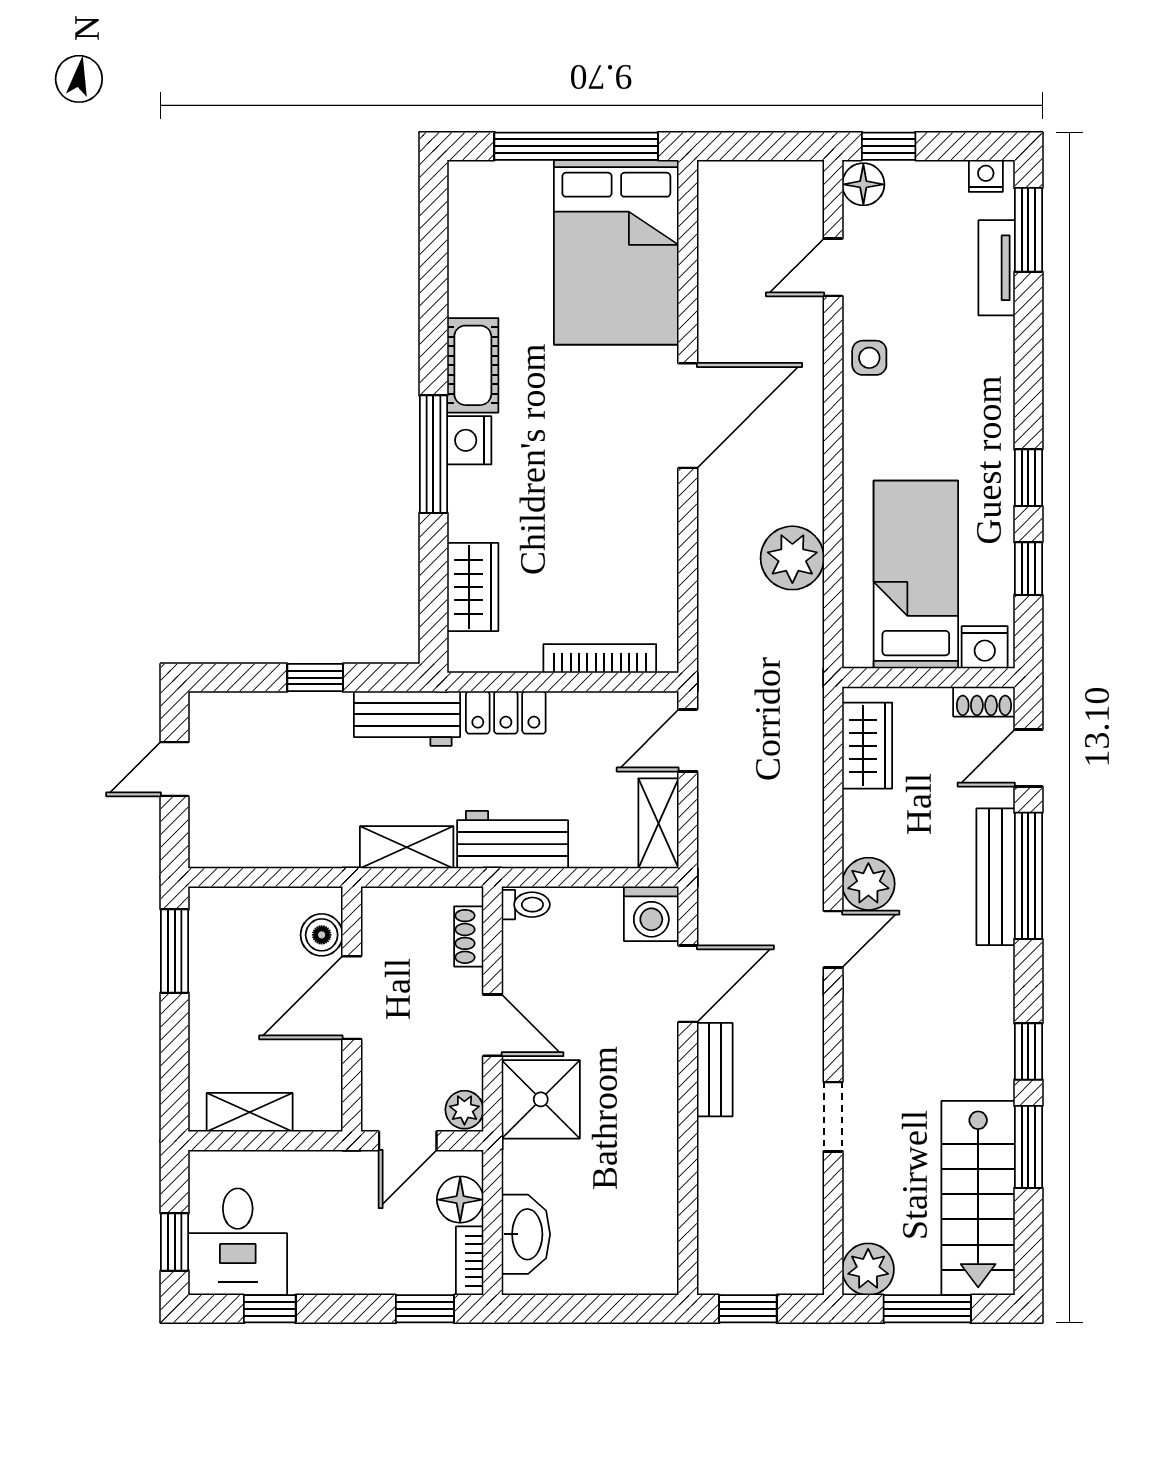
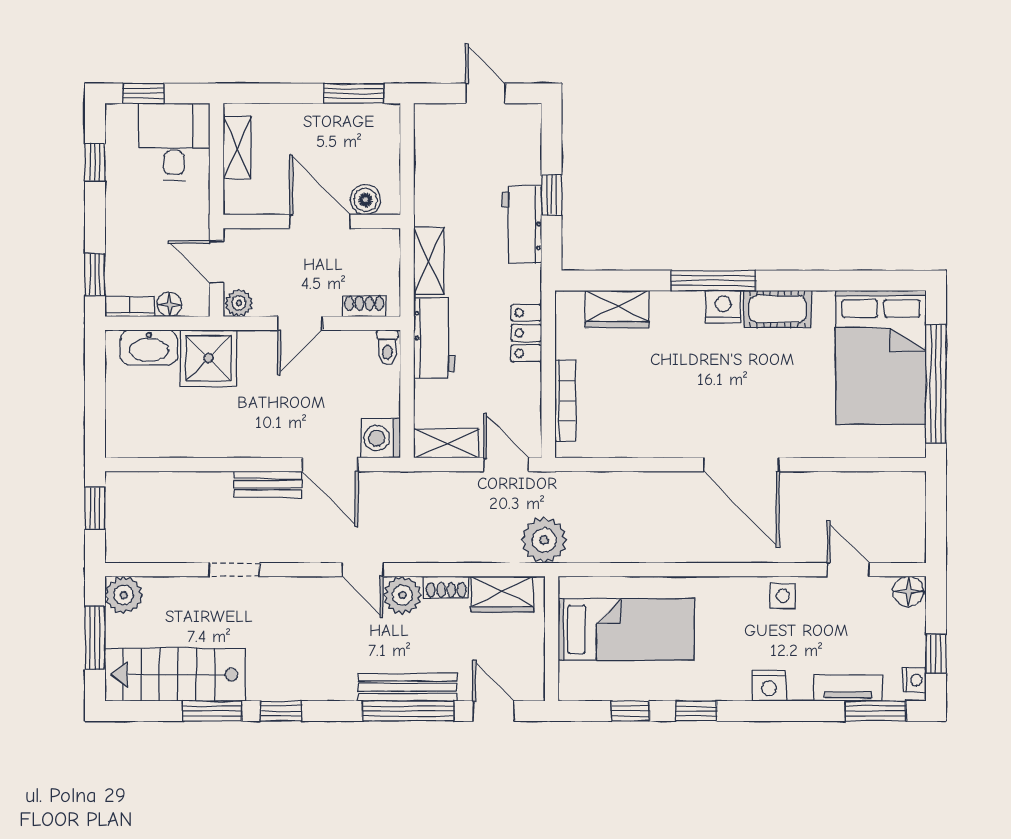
window: (889, 146) -> (936, 654), moved
bed: (616, 252) -> (881, 357), moved, turned -90
plant: (792, 558) -> (544, 540), moved
nightstand: (985, 647) -> (769, 686), moved, turned -90
shoe rack: (984, 702) -> (446, 587), moved, turned -90
workbench: (407, 719) -> (522, 224), moved
shower: (541, 1099) -> (208, 358), moved
floor lamp: (460, 1200) -> (169, 304), width x0.73, depth x0.73
desk: (238, 1242) -> (174, 142), moved, turned 90

